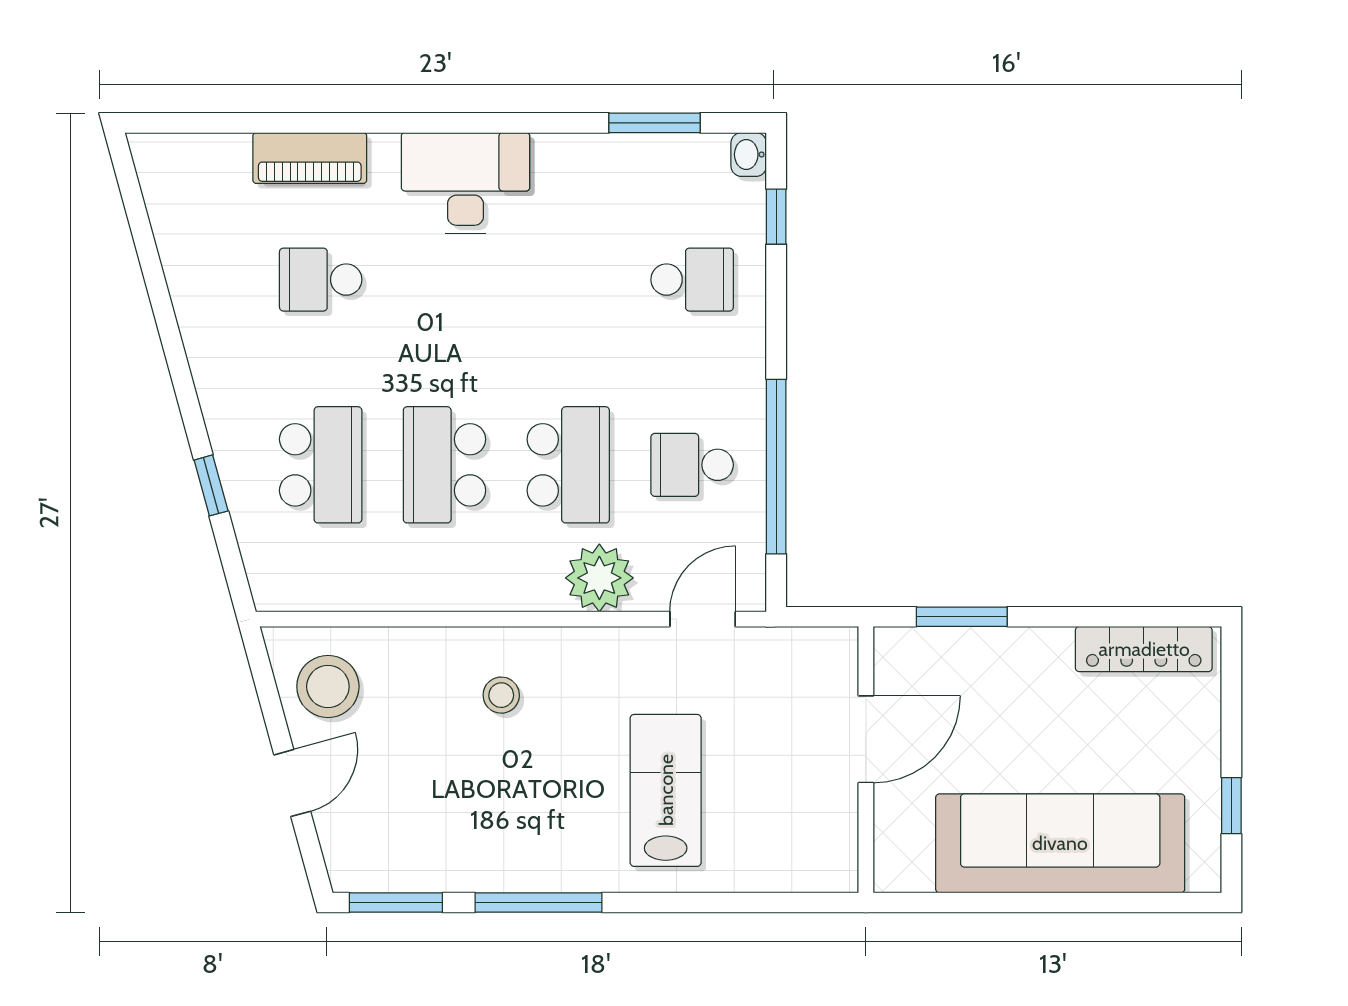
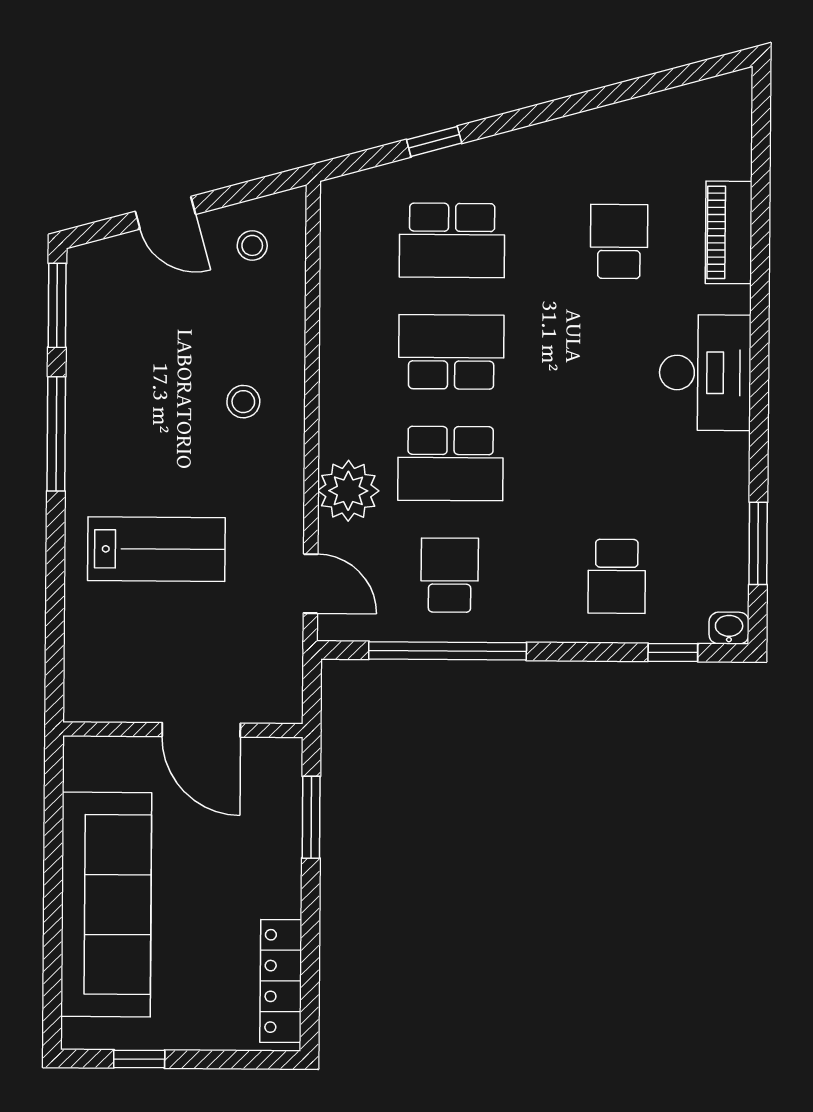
stool: (328, 686) -> (252, 245), width x0.53, depth x0.53

